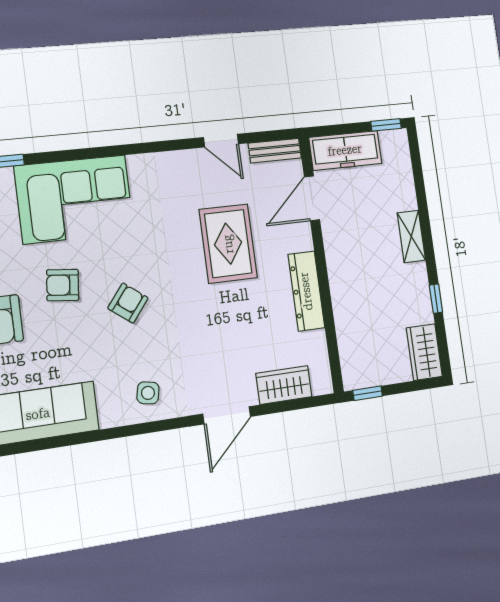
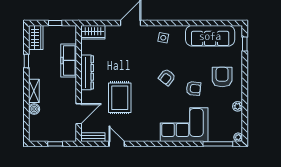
window: (386, 125) -> (55, 144), moved
freezer: (345, 150) -> (69, 60), moved, turned -90
boiler: (405, 198) -> (34, 109), added
wardrobe: (284, 385) -> (93, 32), moved
window: (368, 393) -> (55, 23), moved

